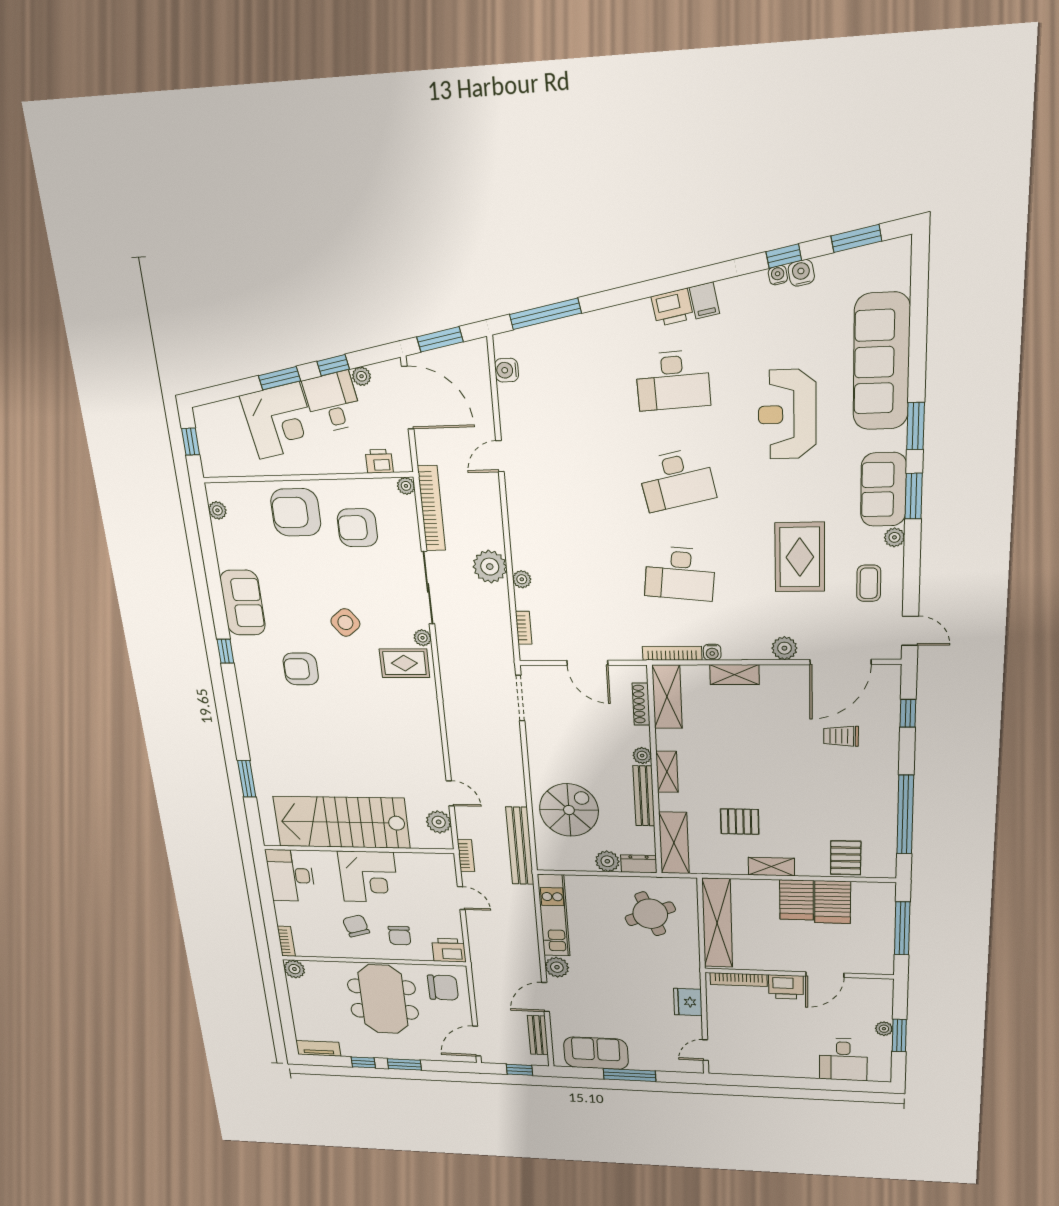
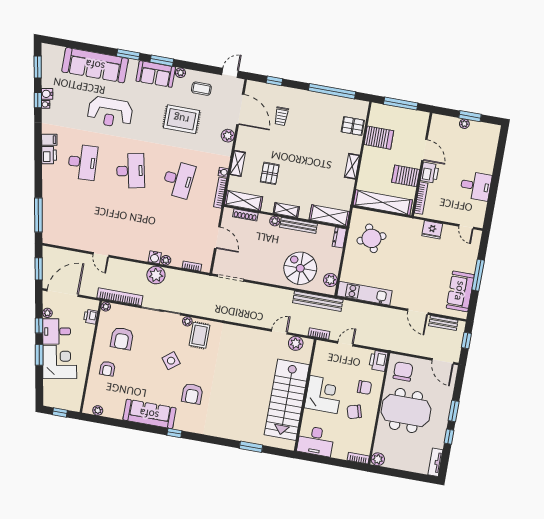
water cooler: (507, 370) -> (155, 257), moved
armchair: (296, 512) -> (107, 369), width x0.53, depth x0.53
sofa: (243, 603) -> (149, 414), width x1.36
door: (587, 663) -> (217, 238), hinge flipped
pallet: (740, 822) -> (270, 173), moved
plant: (607, 861) -> (330, 280), moved
server rack: (796, 900) -> (406, 176), moved, turned 180
plant: (557, 967) -> (399, 300), removed
desk: (843, 1059) -> (476, 186), moved

